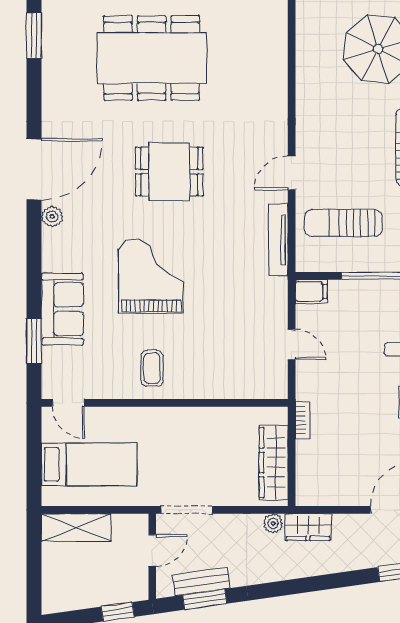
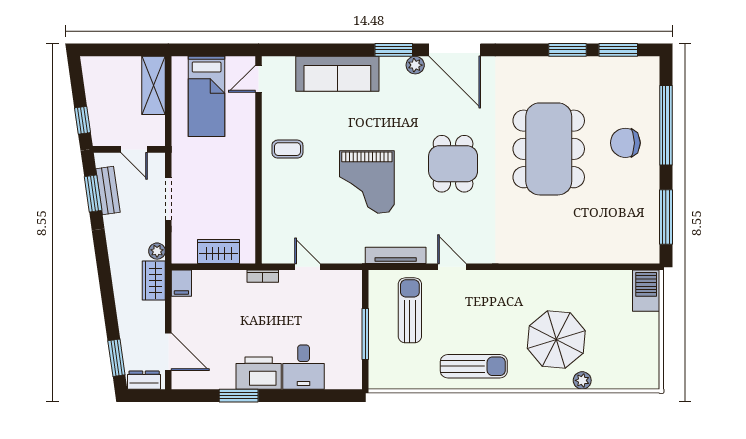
grand piano: (151, 276) -> (367, 182), moved, turned 90
filing cabinet: (311, 291) -> (181, 283), moved
sofa: (62, 309) -> (337, 74), width x1.36
window: (34, 341) -> (394, 50), moved
door: (292, 345) -> (307, 267), swing flipped
bookcase: (303, 420) -> (263, 276), moved
wardrobe: (274, 463) -> (219, 252), width x0.67
doorway: (187, 510) -> (168, 199), moved

